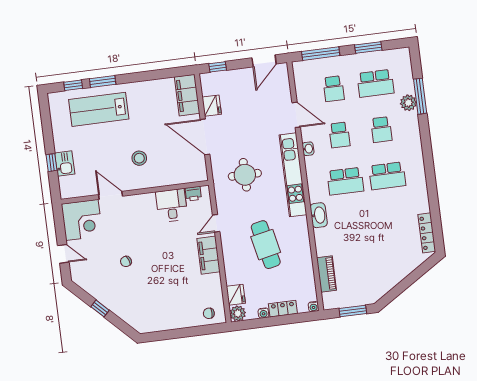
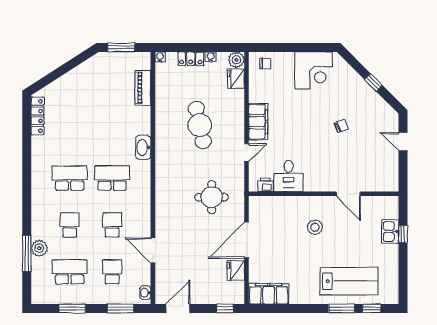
window: (321, 54) -> (120, 308), width x0.69
filing cabinet: (187, 95) -> (269, 294), moved, turned -90
door: (205, 137) -> (247, 240), swing flipped
washbasin: (308, 149) -> (145, 293), moved
kitchen unit: (293, 175) -> (164, 191), removed
corner desk: (82, 220) -> (313, 70), moved, turned 180

